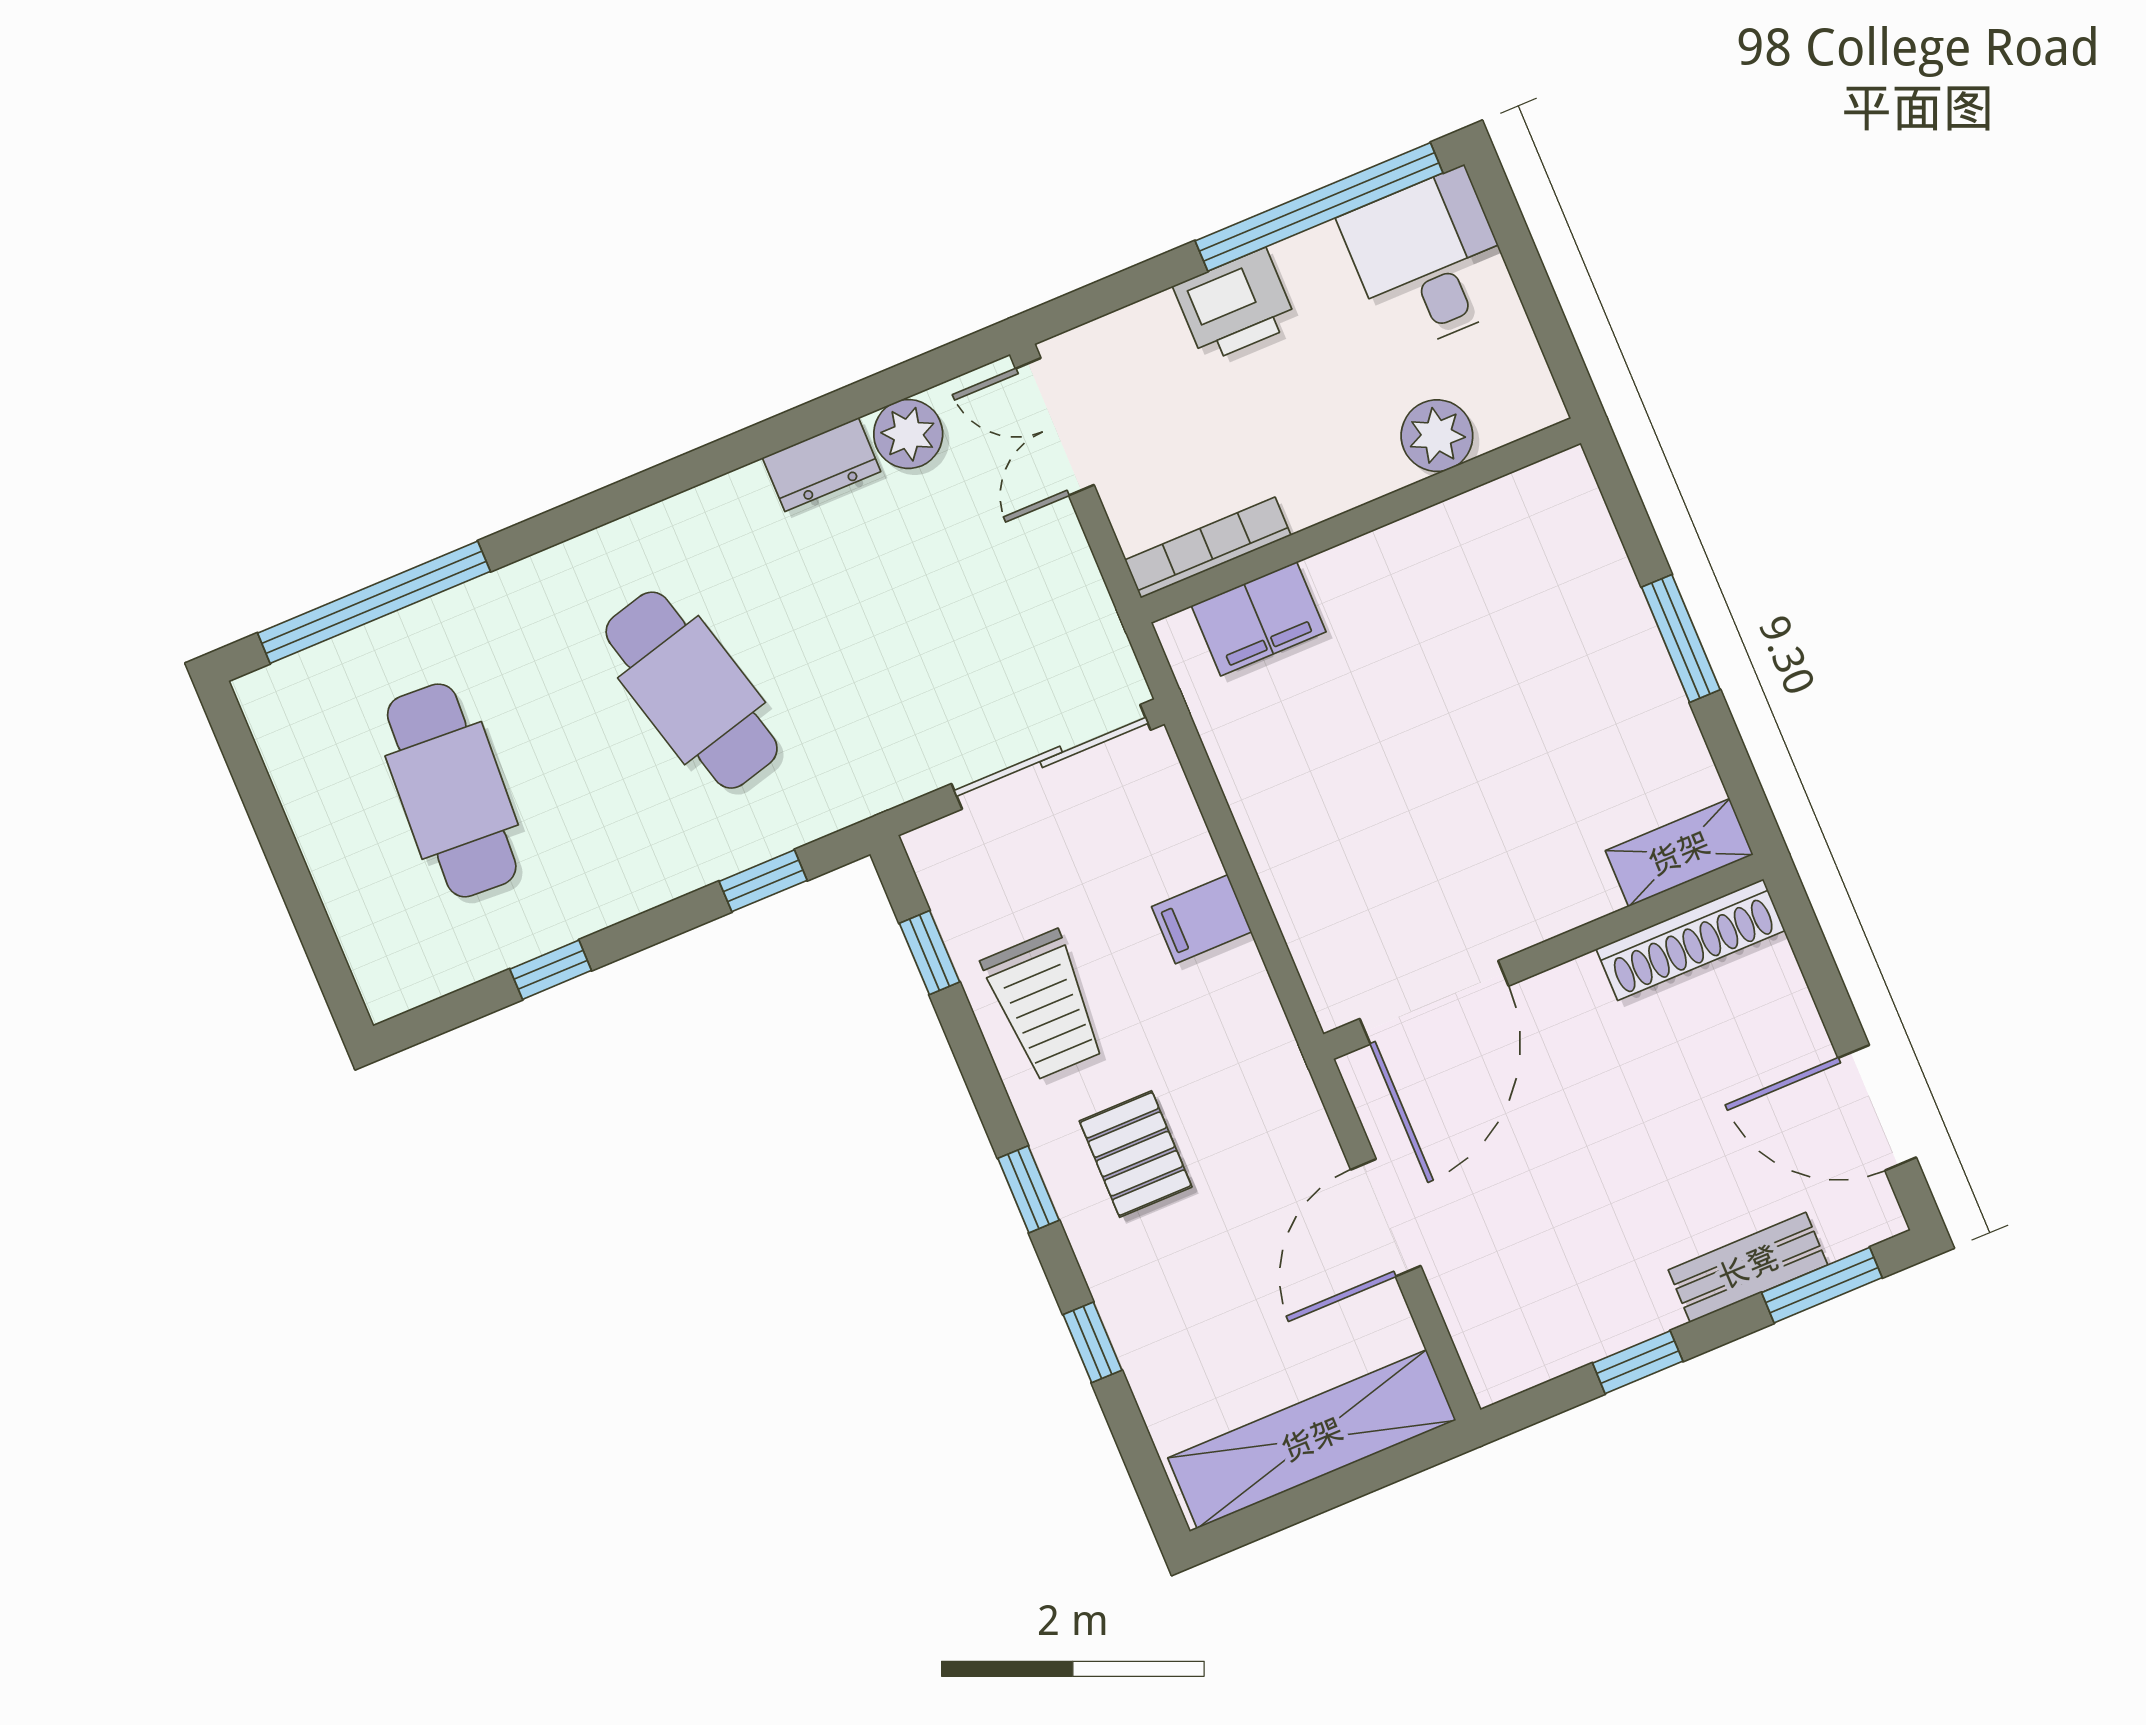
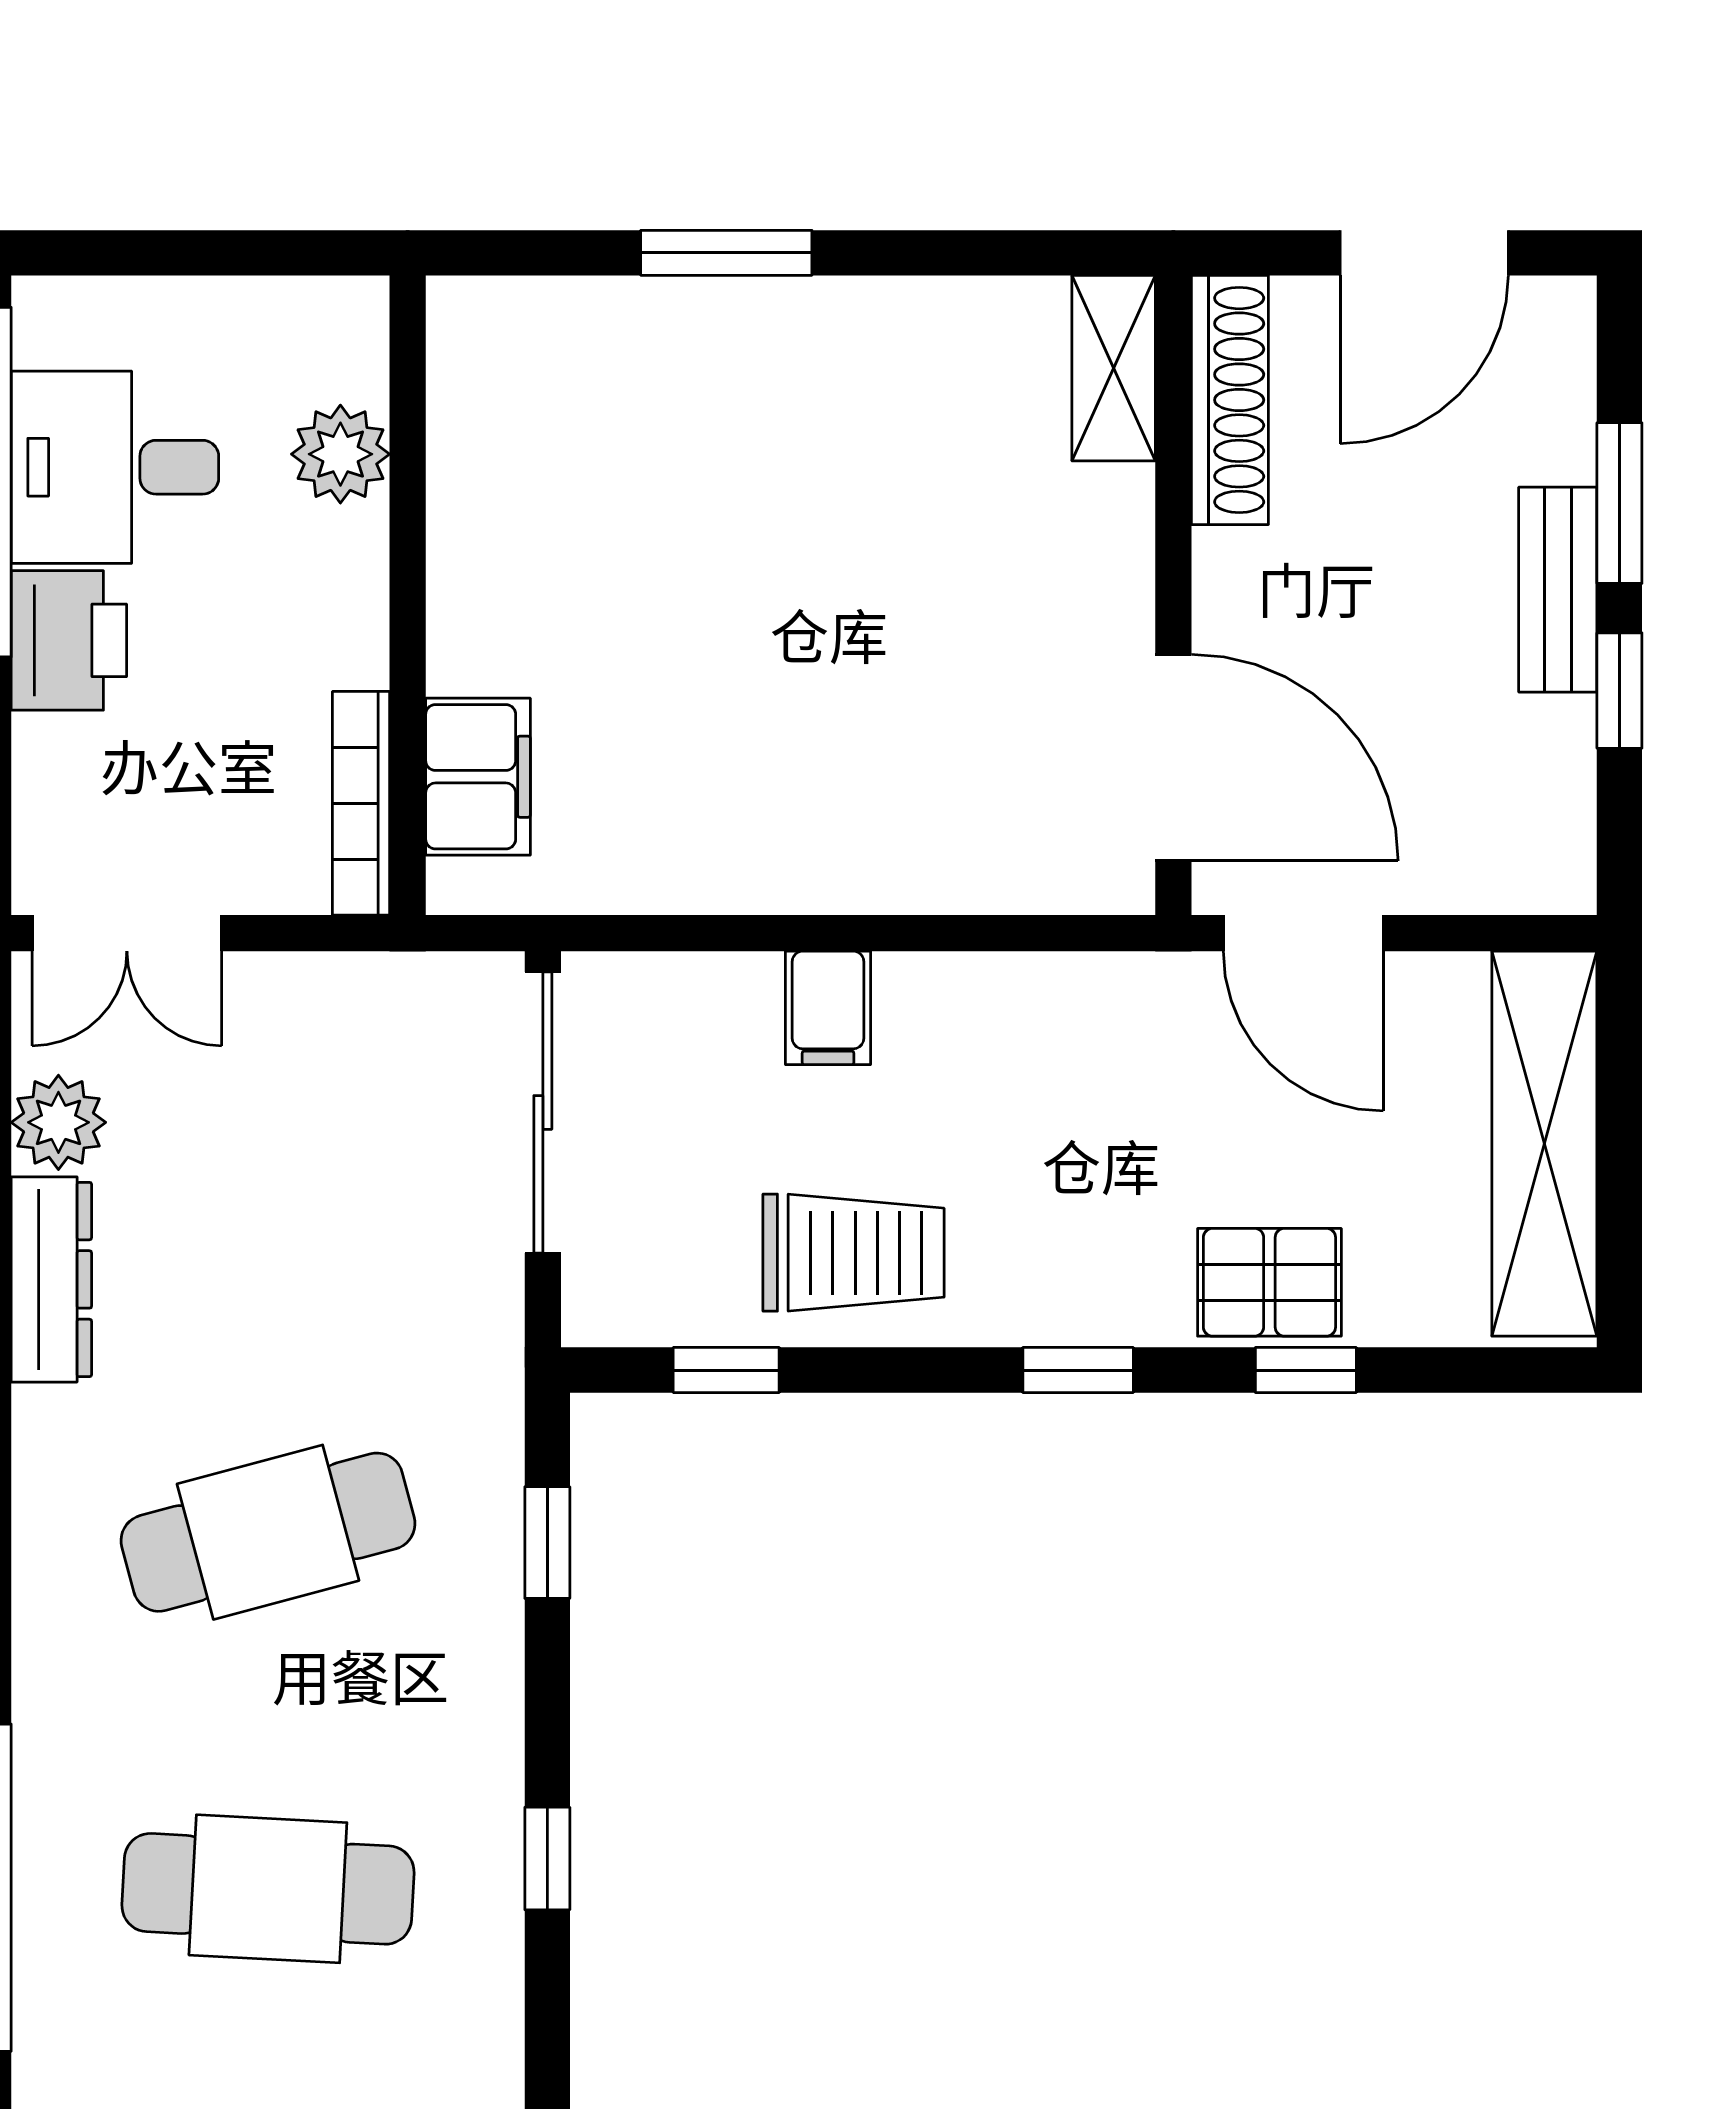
desk: (1429, 261) -> (115, 467), moved
dresser: (822, 465) -> (51, 1279), width x1.44
shelving: (1679, 853) -> (1114, 368), moved
shoe rack: (1691, 940) -> (1230, 400), moved
wall: (1543, 957) -> (1173, 595), moved
door: (1434, 1002) -> (1173, 758), moved
pallet: (1136, 1154) -> (1269, 1282), moved
bench: (1748, 1267) -> (1558, 590), moved
window: (1822, 1285) -> (1619, 503), moved

